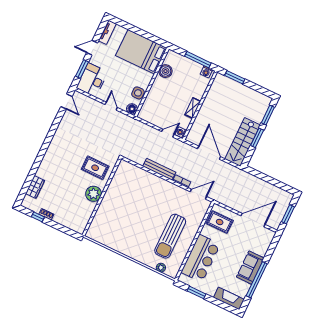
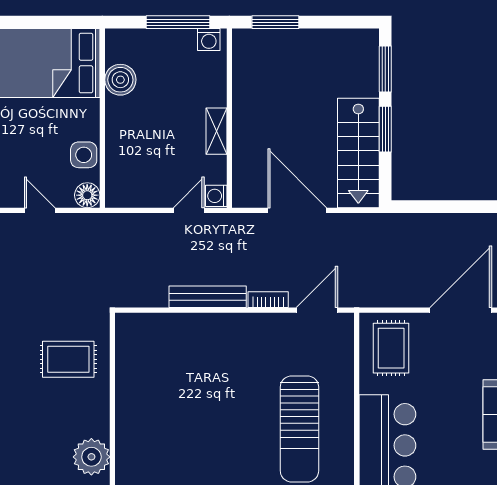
plant: (93, 194) -> (91, 457), moved
rug: (220, 222) -> (391, 348), turned 90

